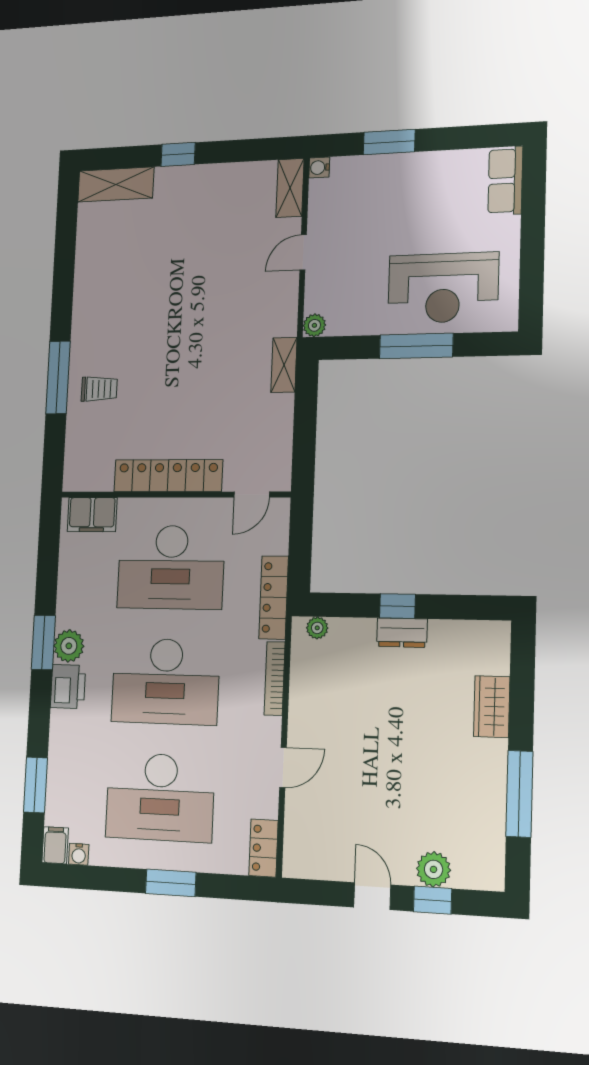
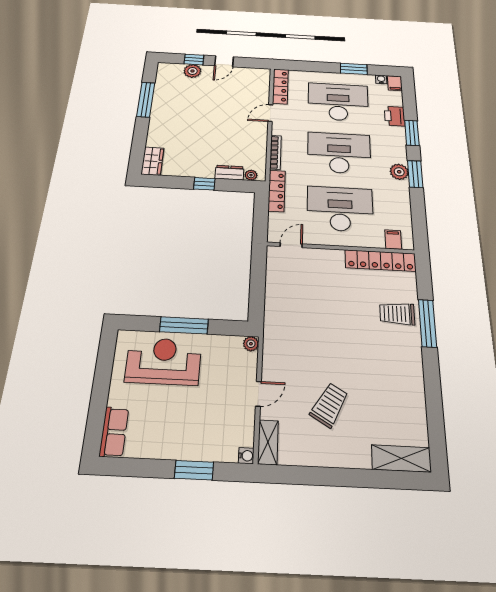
window: (178, 154) -> (354, 478), removed
trolley: (205, 246) -> (329, 405), added
shelving: (284, 365) -> (271, 320), removed
trolley: (99, 389) -> (397, 314), width x1.36, depth x1.39
locker: (168, 476) -> (380, 261), moved
filing cabinet: (92, 515) -> (393, 240), width x0.50
dresser: (402, 633) -> (229, 173), moved
printer: (68, 686) -> (395, 116), moved
wardrobe: (492, 707) -> (152, 161), moved
window: (36, 785) -> (412, 133), moved
locker: (264, 848) -> (280, 86), width x1.53
window: (171, 883) -> (354, 69), moved
door: (372, 896) -> (224, 61), hinge flipped

